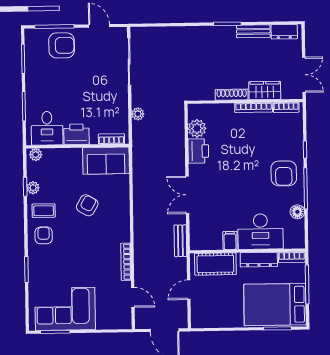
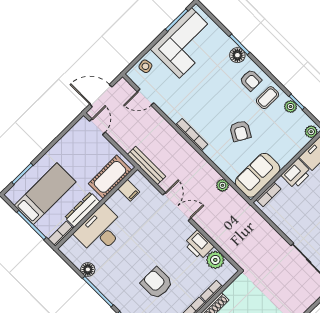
bookcase: (222, 108) -> (212, 291), added
plant: (138, 114) -> (222, 185), moved
armchair: (284, 173) -> (157, 283), moved
bench: (180, 241) -> (147, 165), width x1.36
filing cabinet: (230, 241) -> (129, 190), moved
bookcase: (126, 262) -> (192, 135), moved
floor lamp: (36, 263) -> (237, 55), added
door: (189, 290) -> (97, 127), moved
bed: (275, 305) -> (45, 194), width x0.67
side table: (111, 320) -> (145, 66), added

